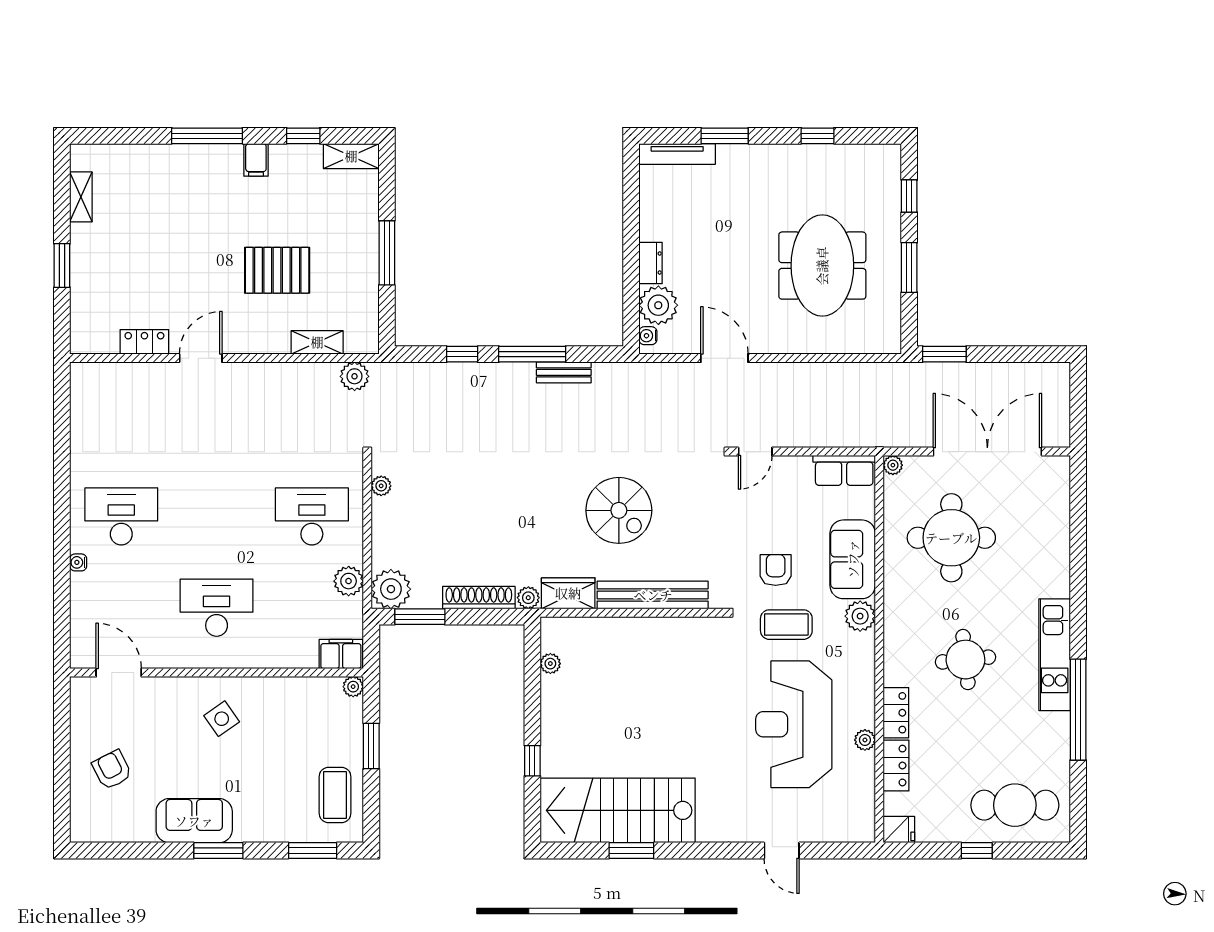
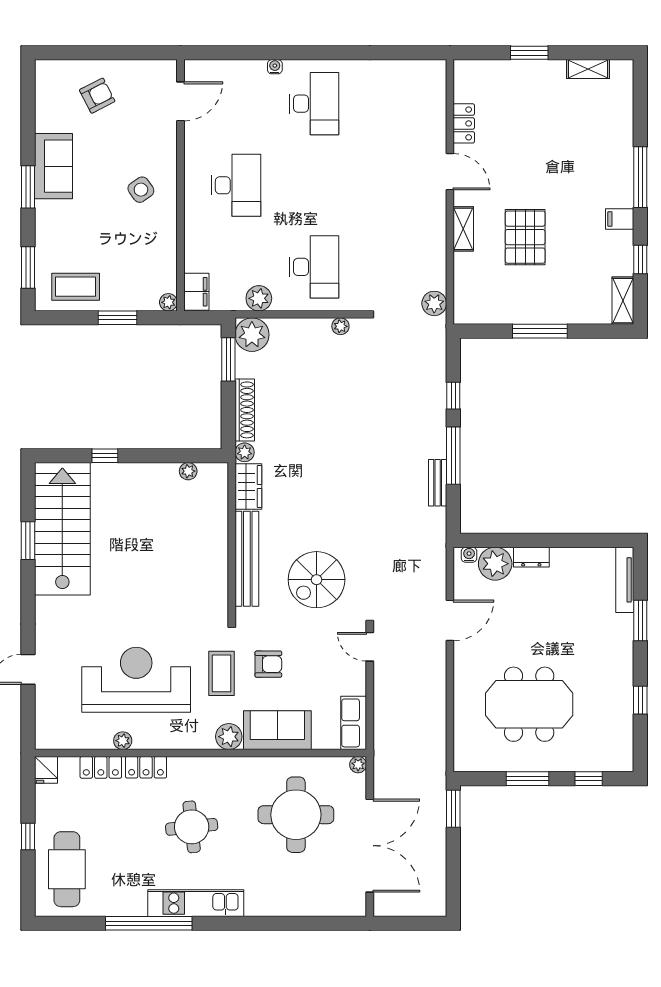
shelving: (317, 342) -> (463, 229), moved
spiral stairs: (619, 510) -> (317, 580), moved

